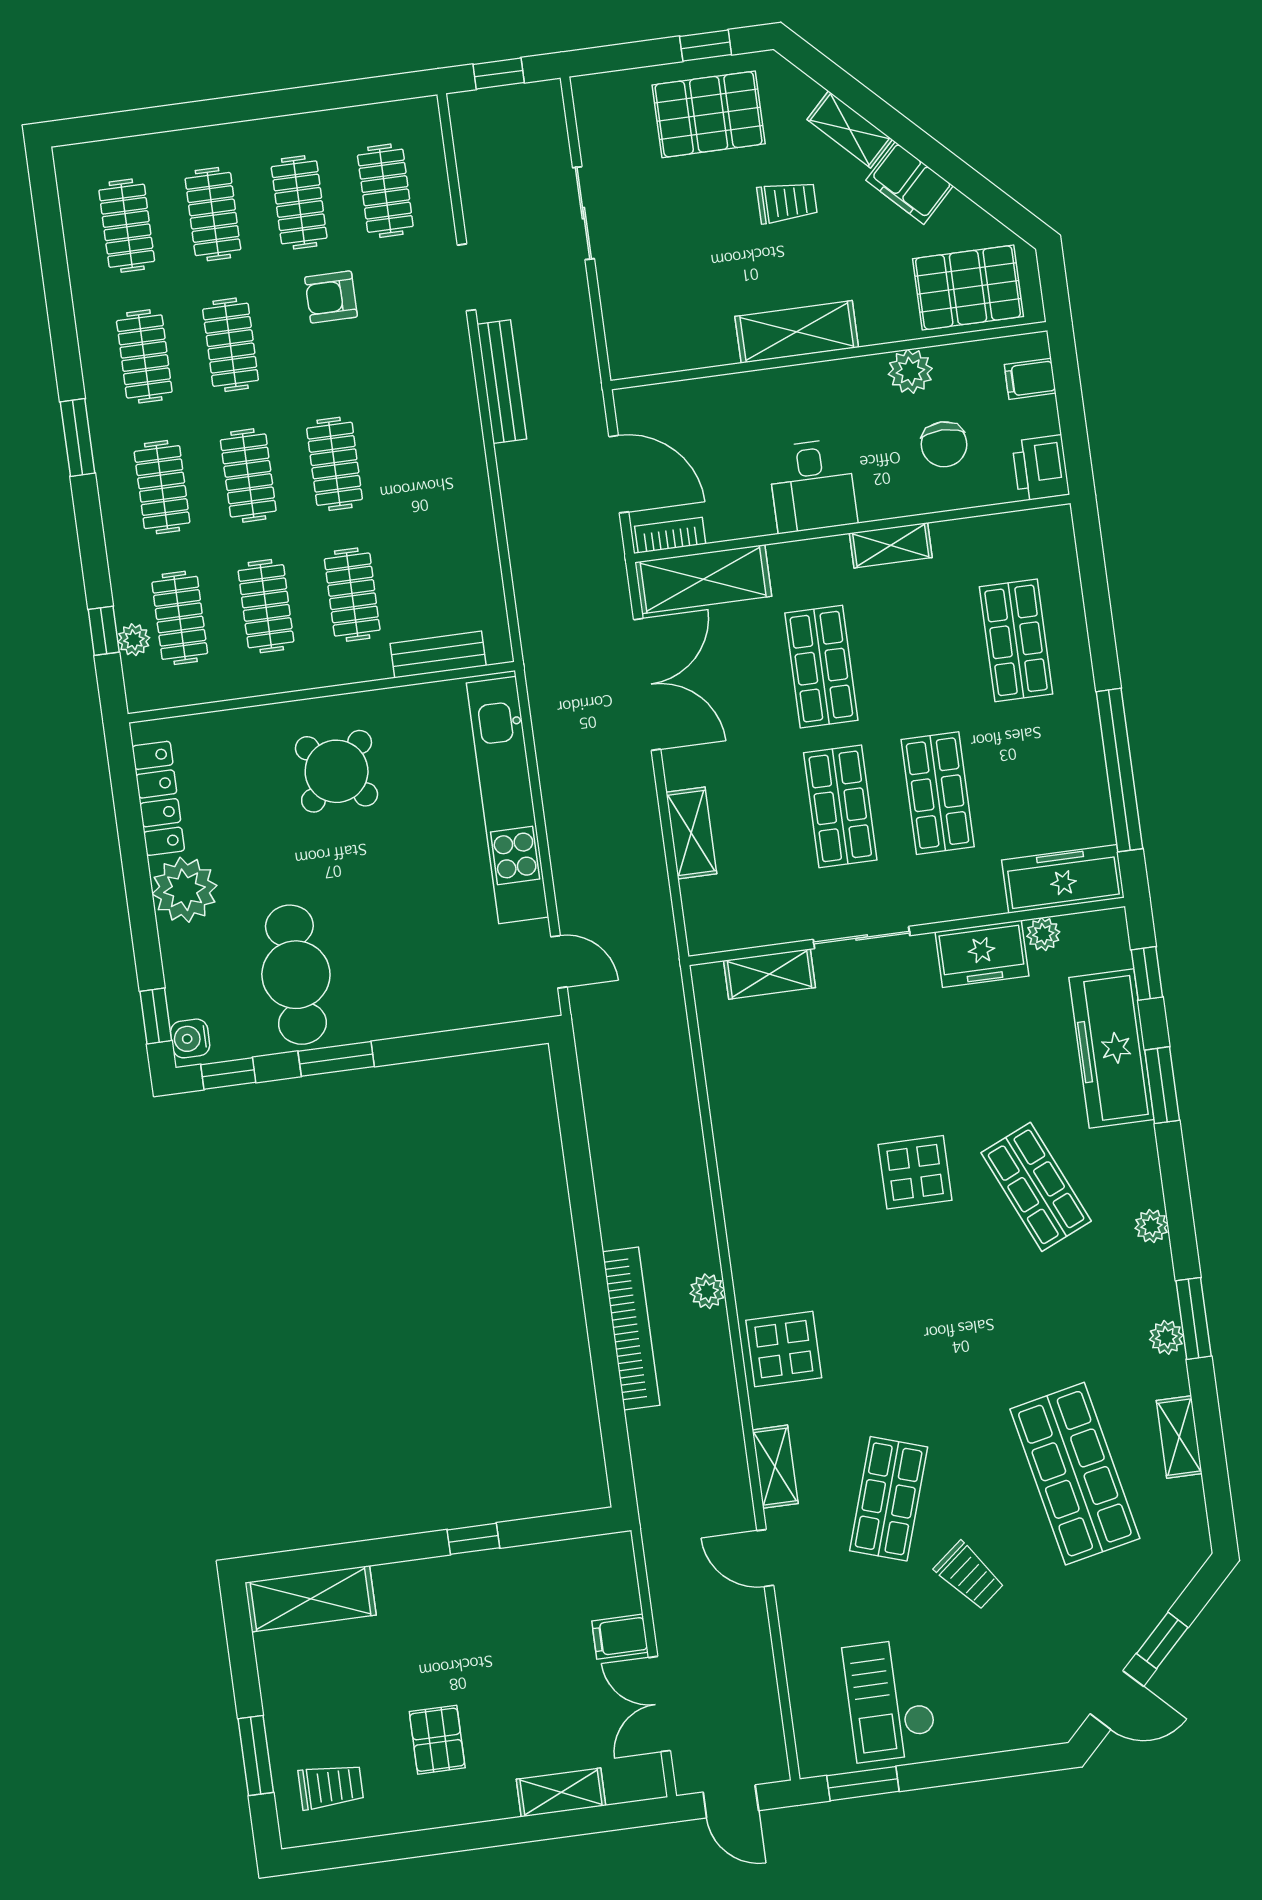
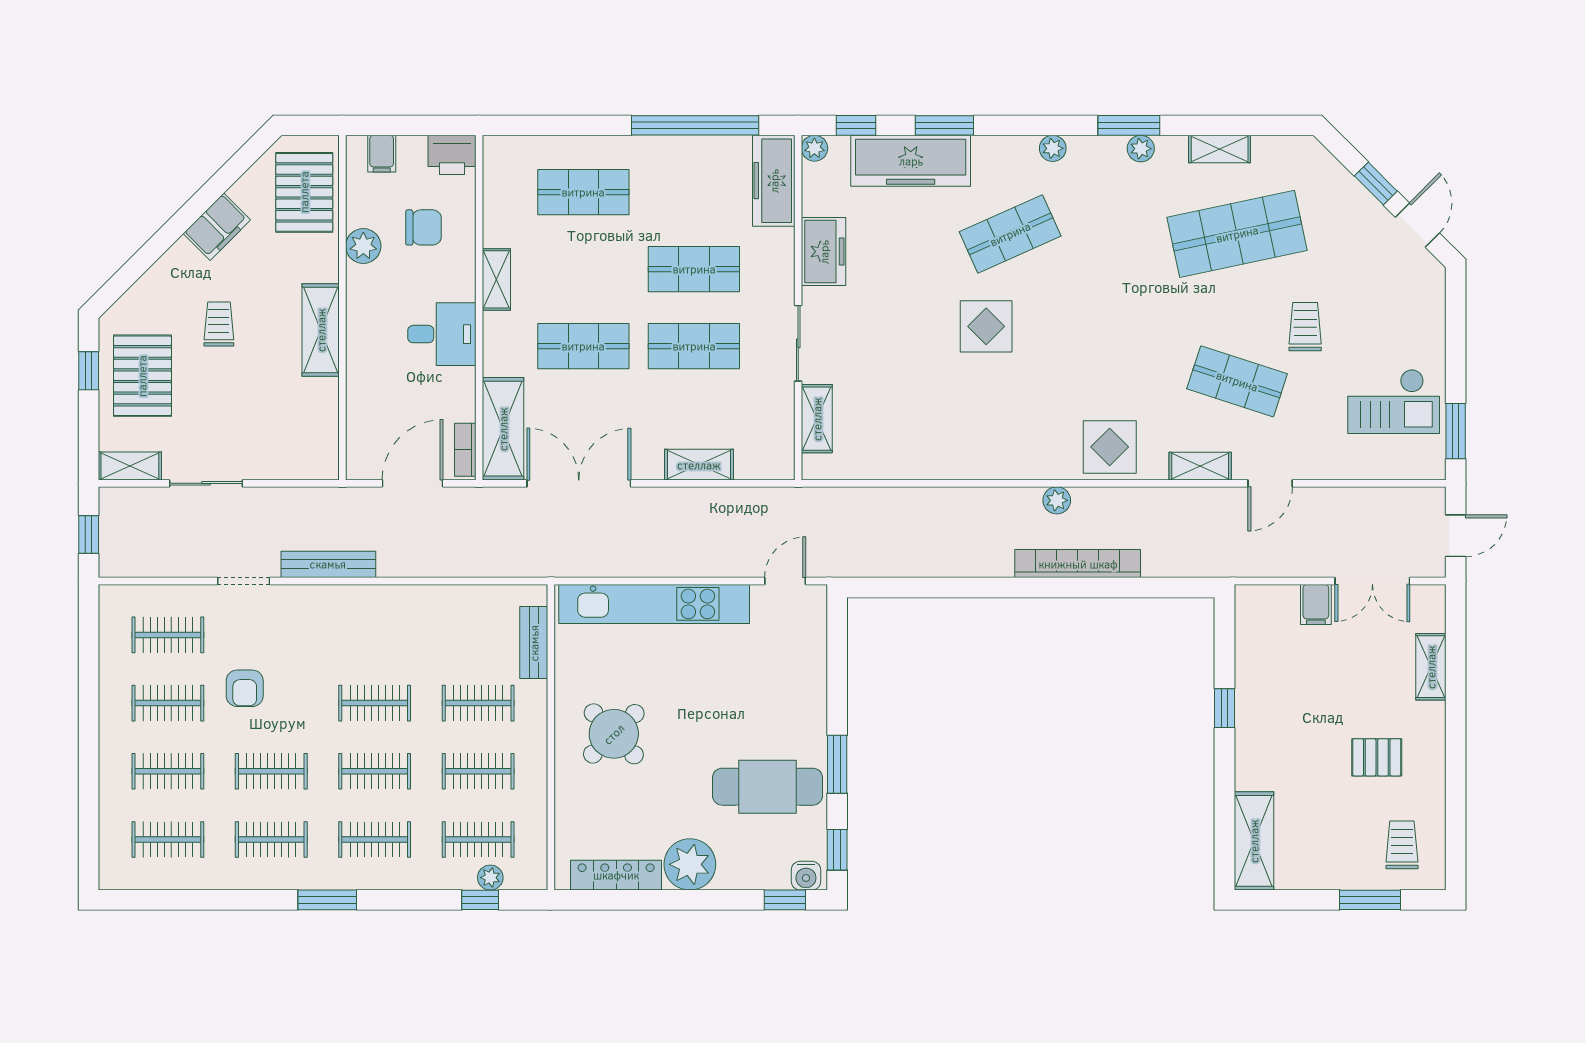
shelving: (850, 129) -> (130, 466), moved, turned 45
plant: (1043, 934) -> (814, 148), moved
trolley: (969, 1576) -> (1305, 327), turned -51

